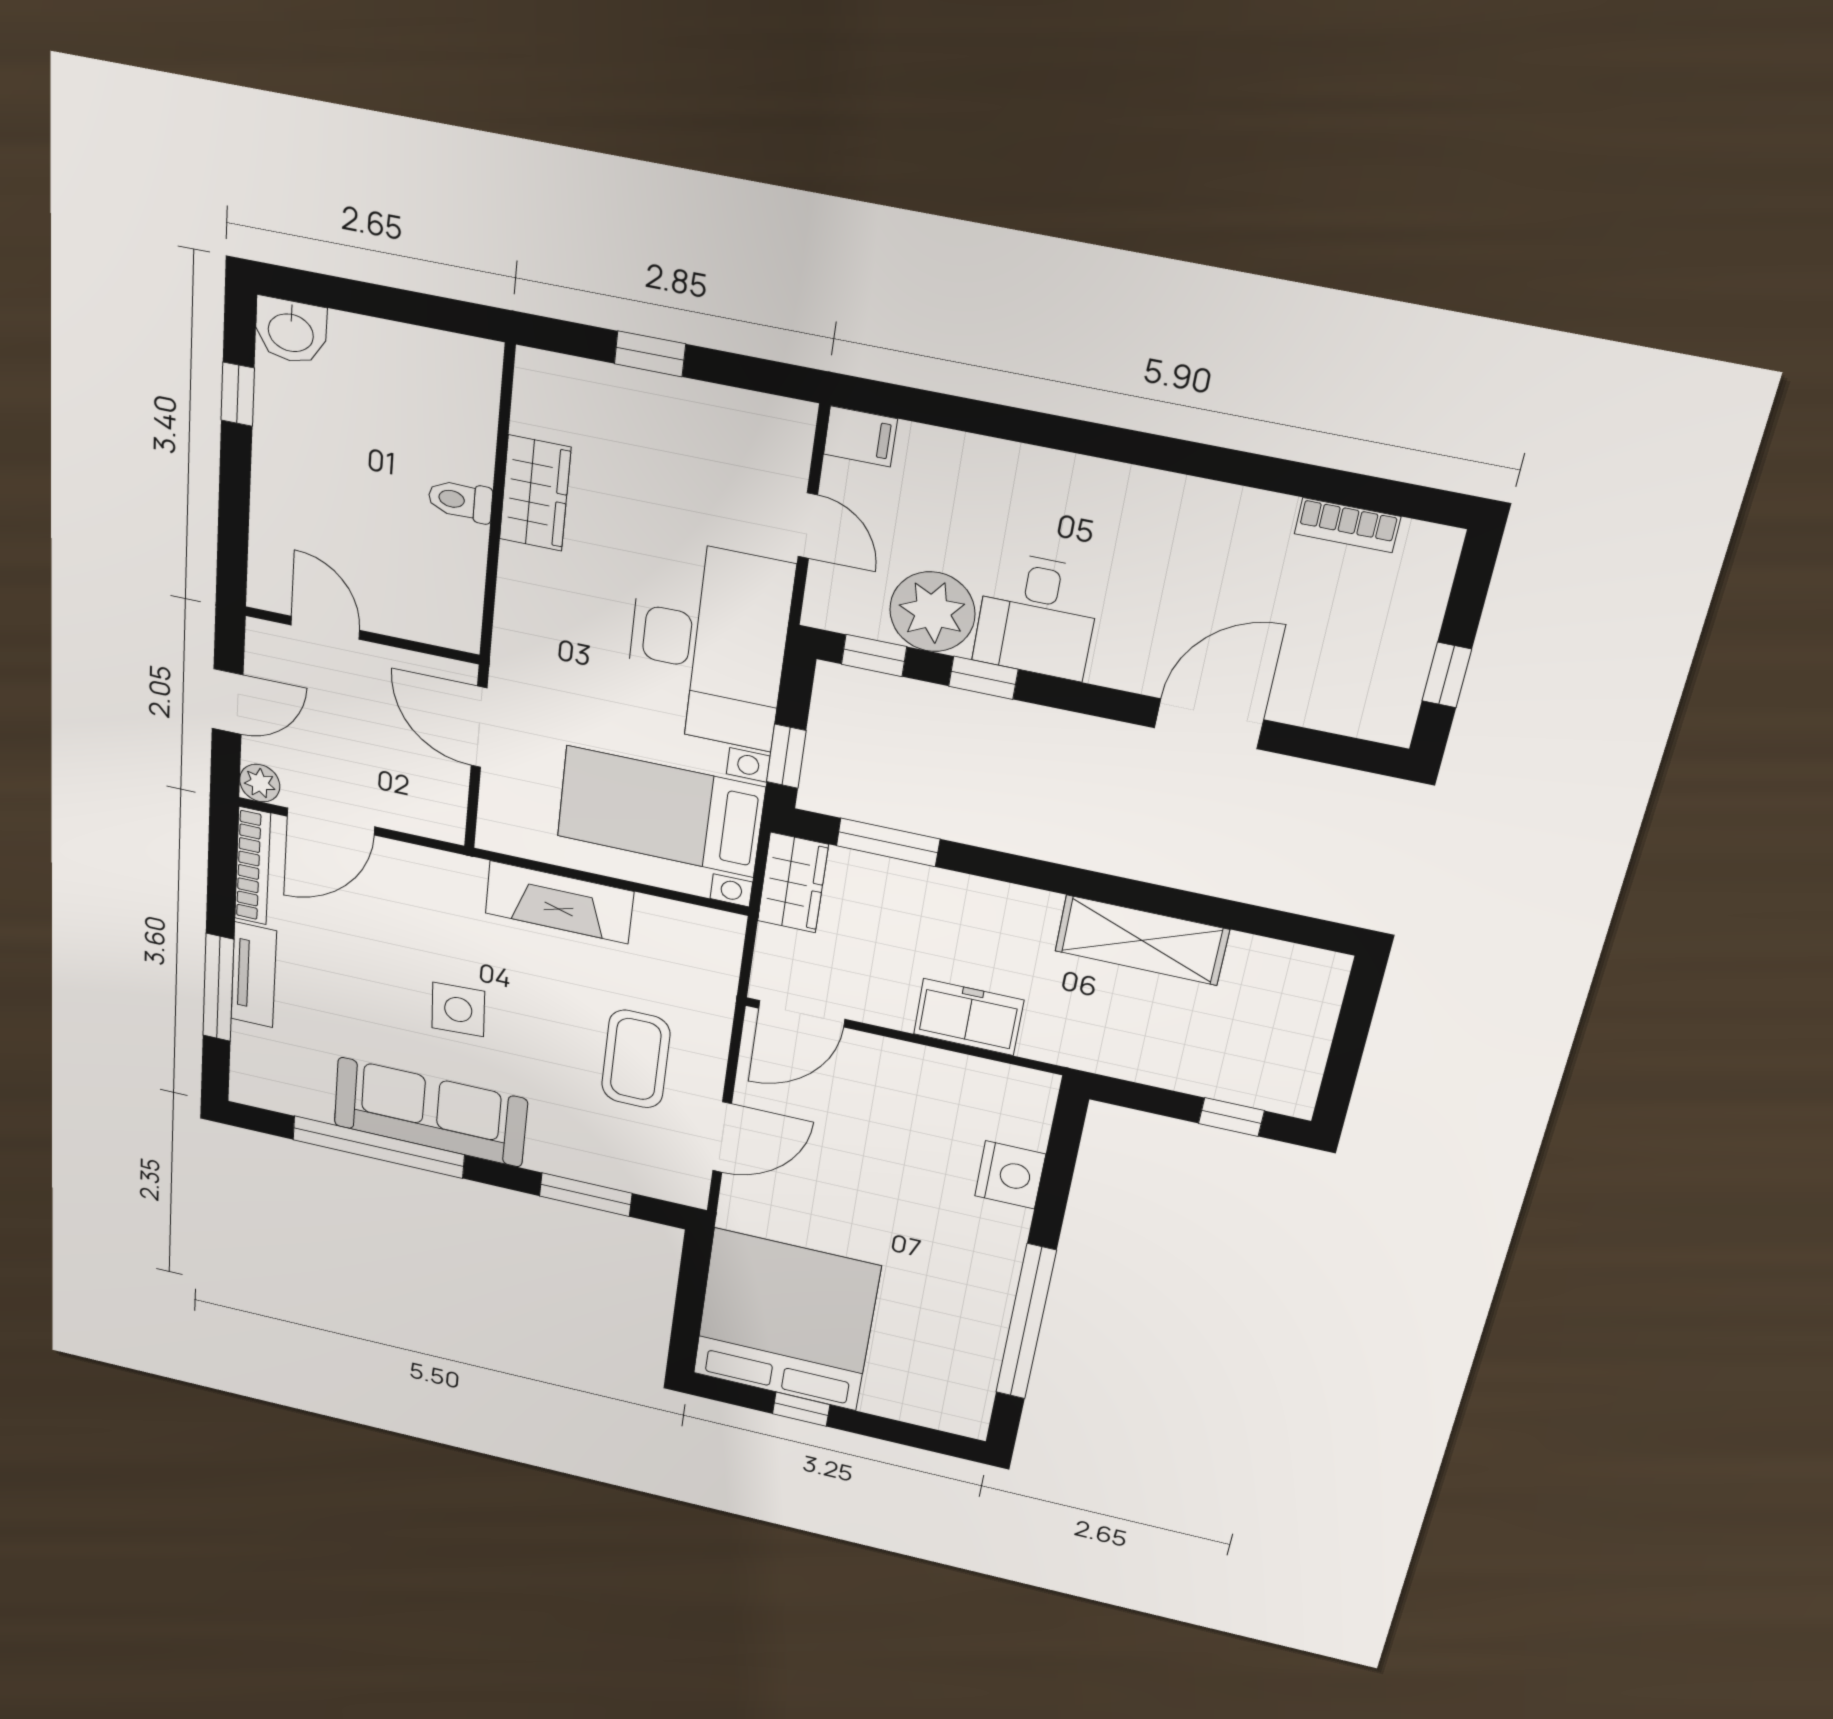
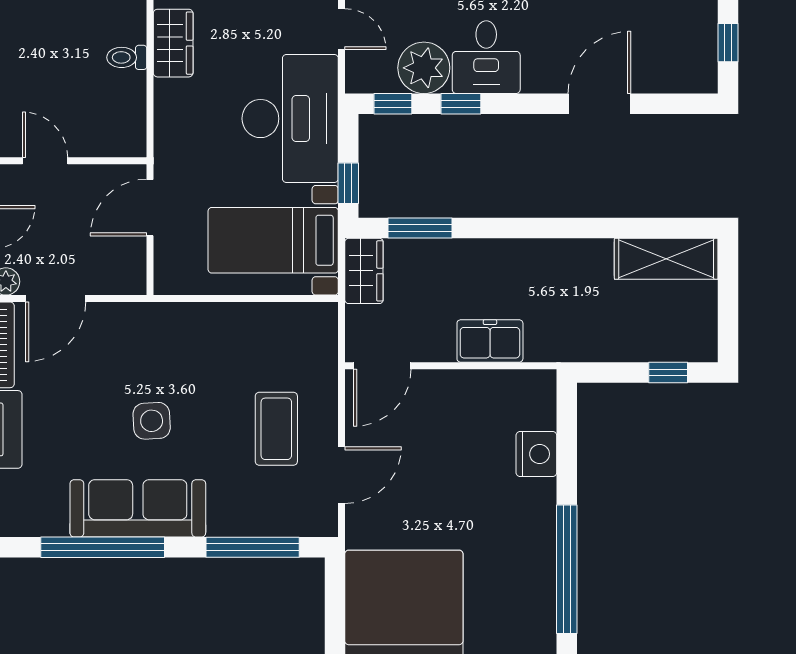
door: (479, 727) -> (150, 208), hinge flipped
fireplace: (559, 902) -> (213, 322), removed
shelving: (1142, 940) -> (666, 259), moved
window: (586, 1195) -> (253, 547), width x1.44

